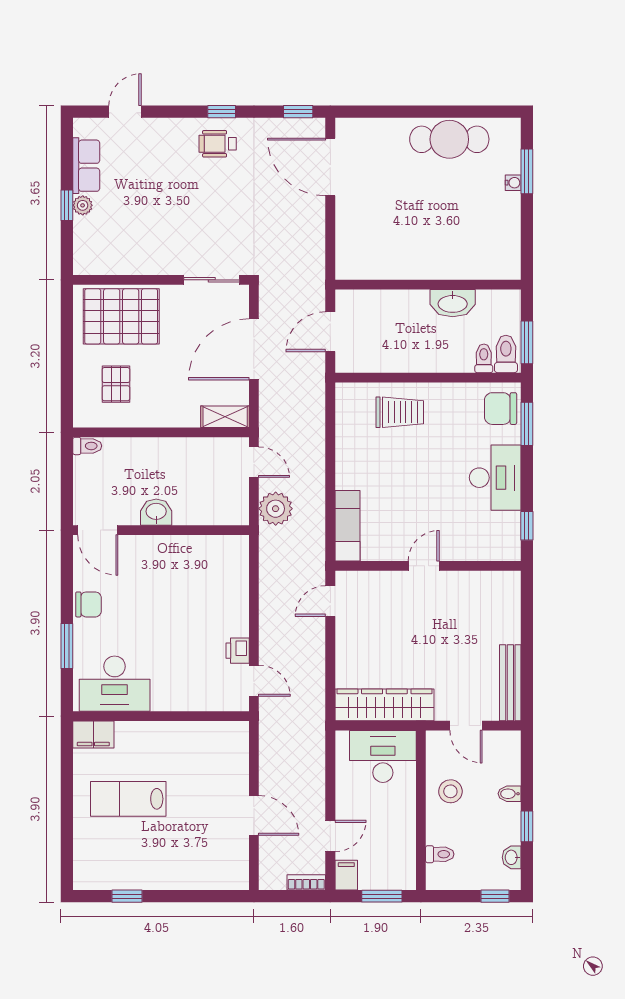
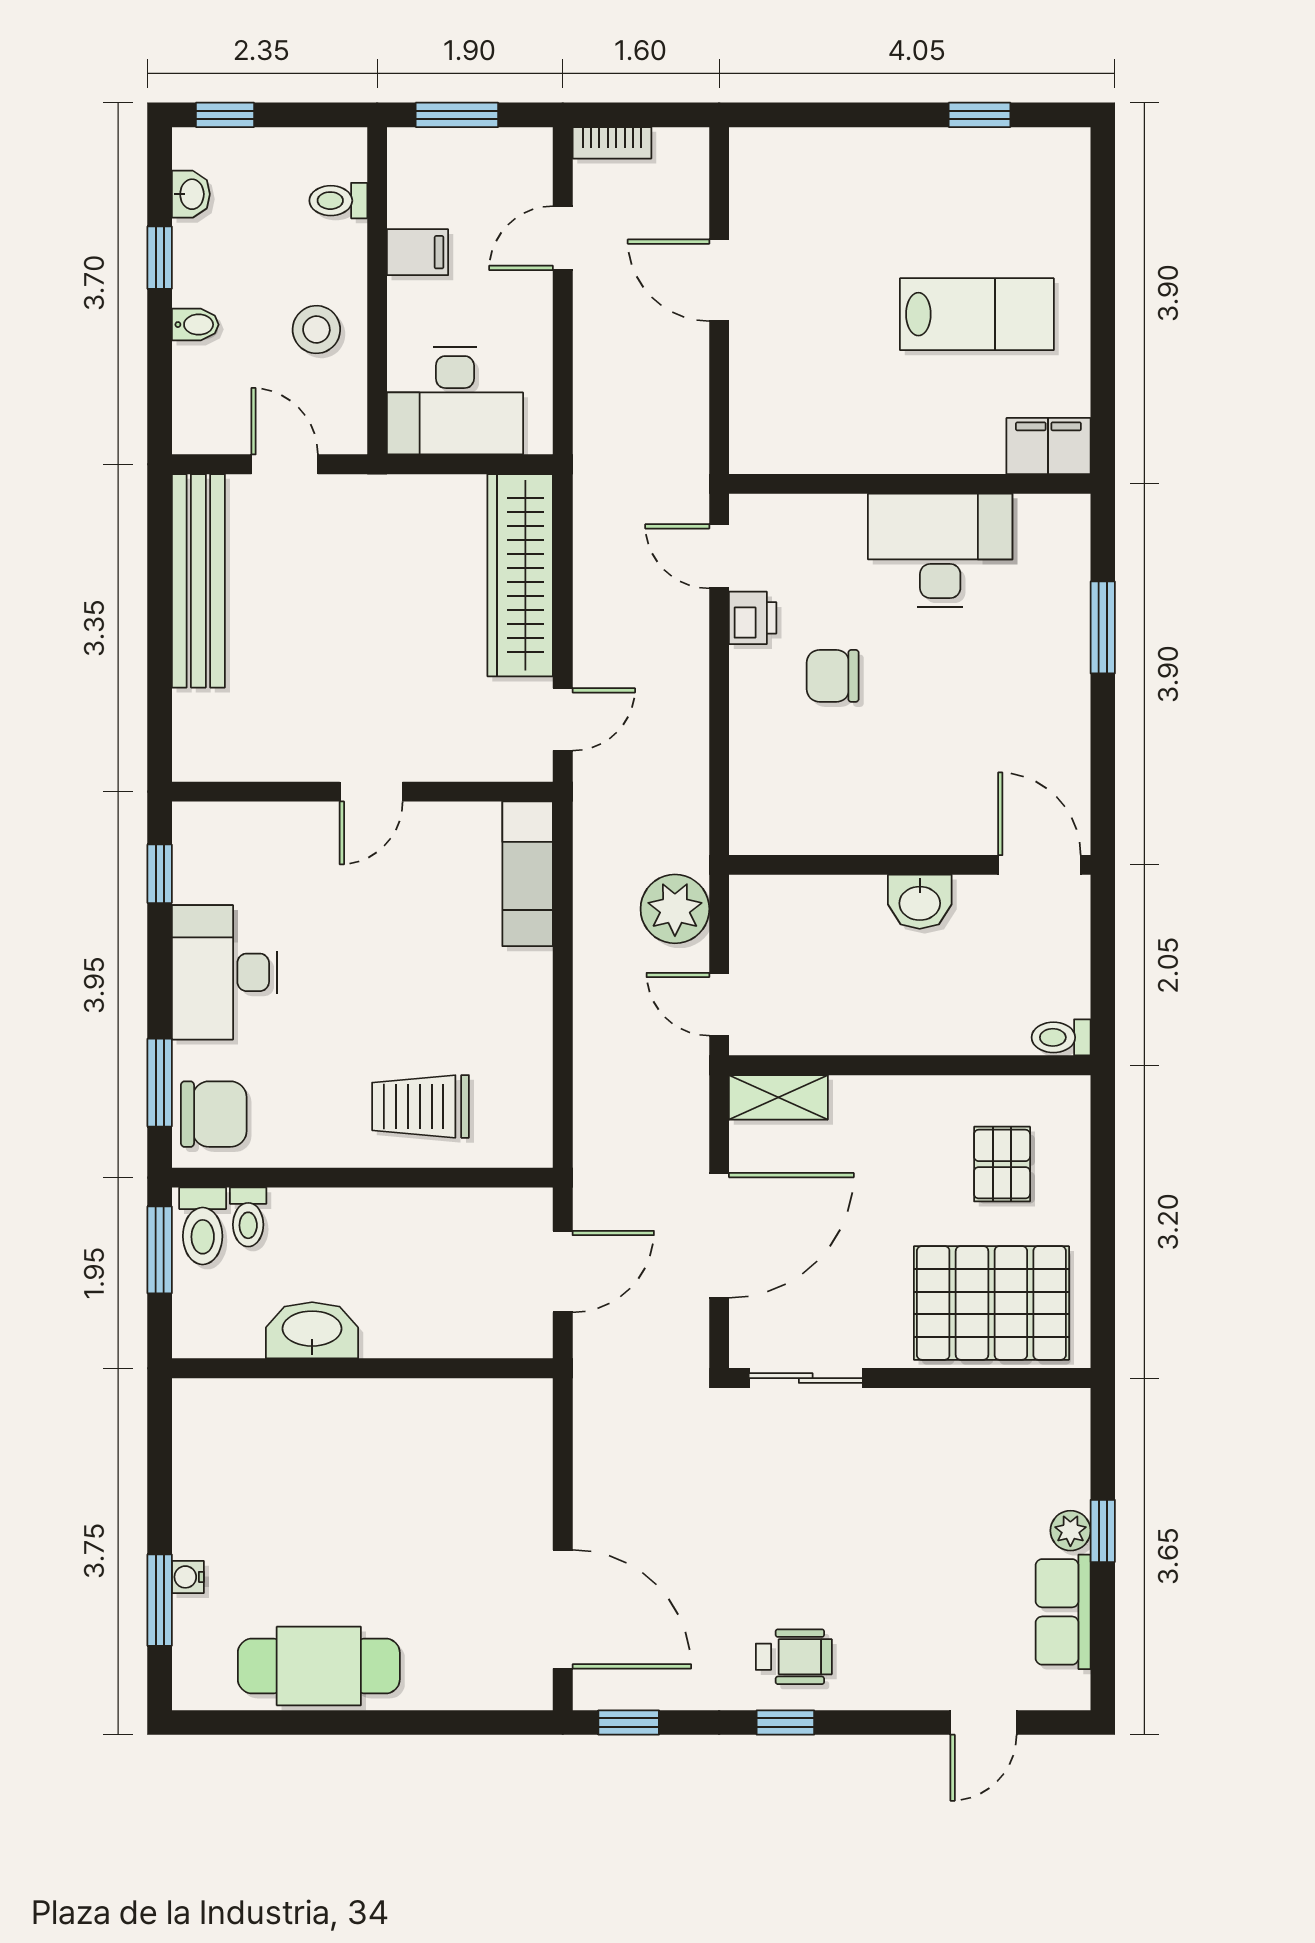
chair: (88, 604) -> (833, 676), moved
bench: (510, 683) -> (198, 581), width x1.37, depth x1.21
desk: (115, 684) -> (940, 550), moved
wardrobe: (384, 705) -> (520, 575), moved, turned 90
filing cabinet: (346, 875) -> (418, 252), moved, turned -90

